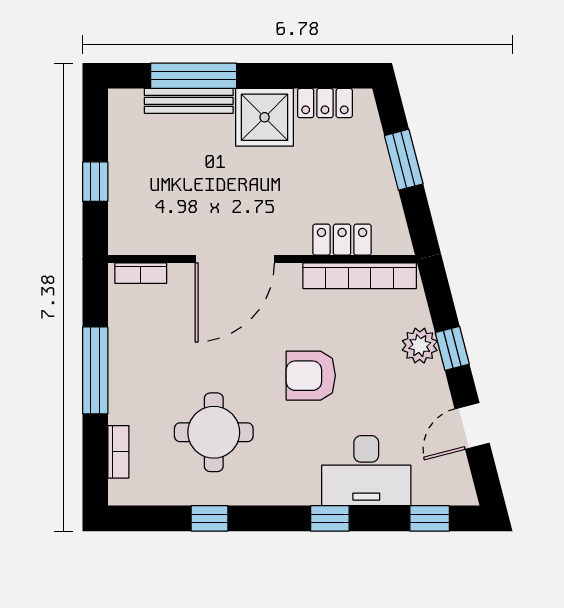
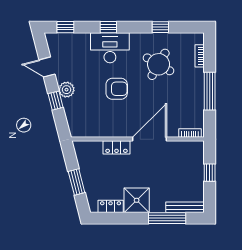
bench: (189, 101) -> (185, 207), moved
locker: (342, 240) -> (117, 147), moved
bookcase: (360, 276) -> (96, 132), removed
plant: (420, 346) -> (67, 90), moved
door: (472, 426) -> (47, 67), swing flipped
round table: (214, 432) -> (159, 64), turned 30
desk: (366, 471) -> (110, 48), moved

